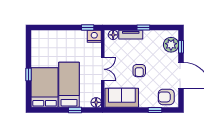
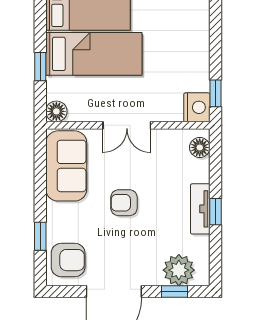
tv unit: (131, 35) -> (200, 209), moved
armchair: (166, 97) -> (68, 260), turned 90

